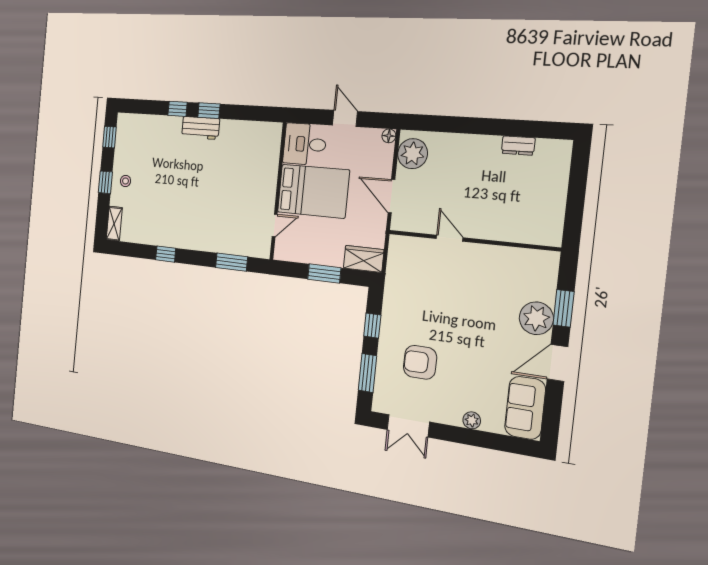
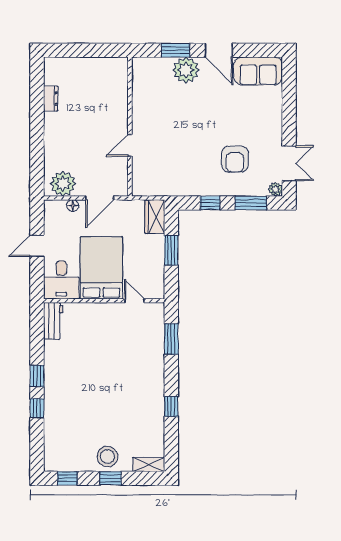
workbench: (201, 128) -> (53, 321), moved
floor lamp: (389, 136) -> (73, 205), moved
stool: (125, 181) -> (107, 456), width x1.89, depth x1.89
plant: (472, 420) -> (275, 189), moved

